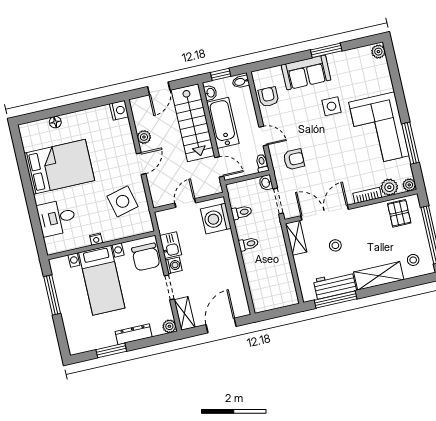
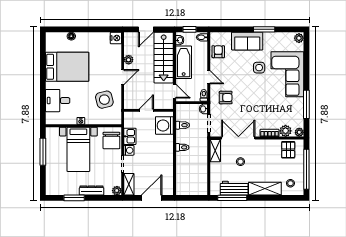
corner sofa: (379, 129) -> (287, 74), moved

